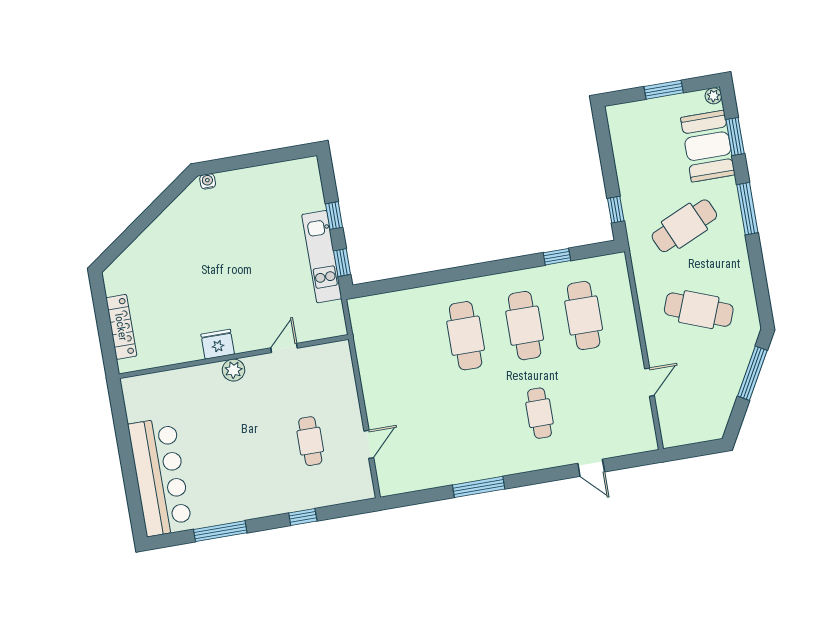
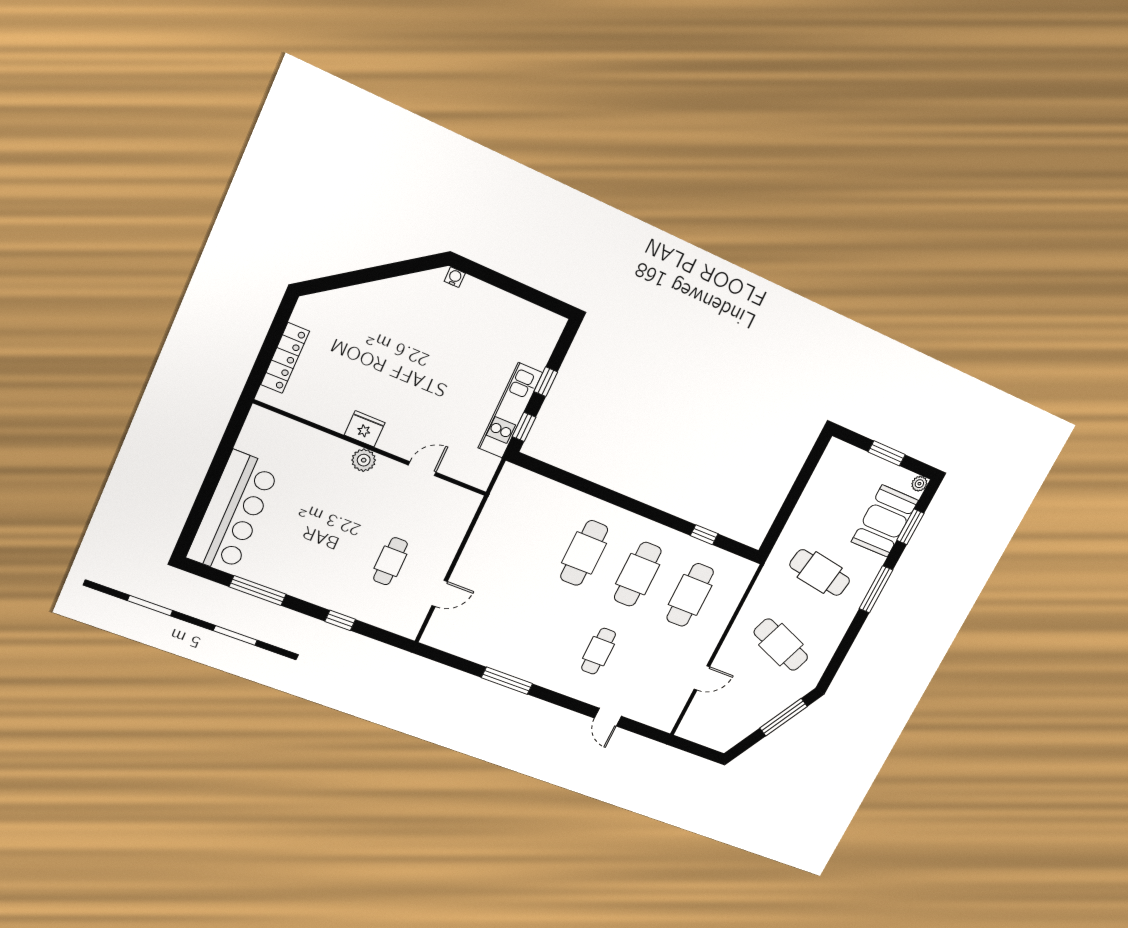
window: (616, 210) -> (778, 526), removed
cafe table: (684, 226) -> (820, 573), turned 33

